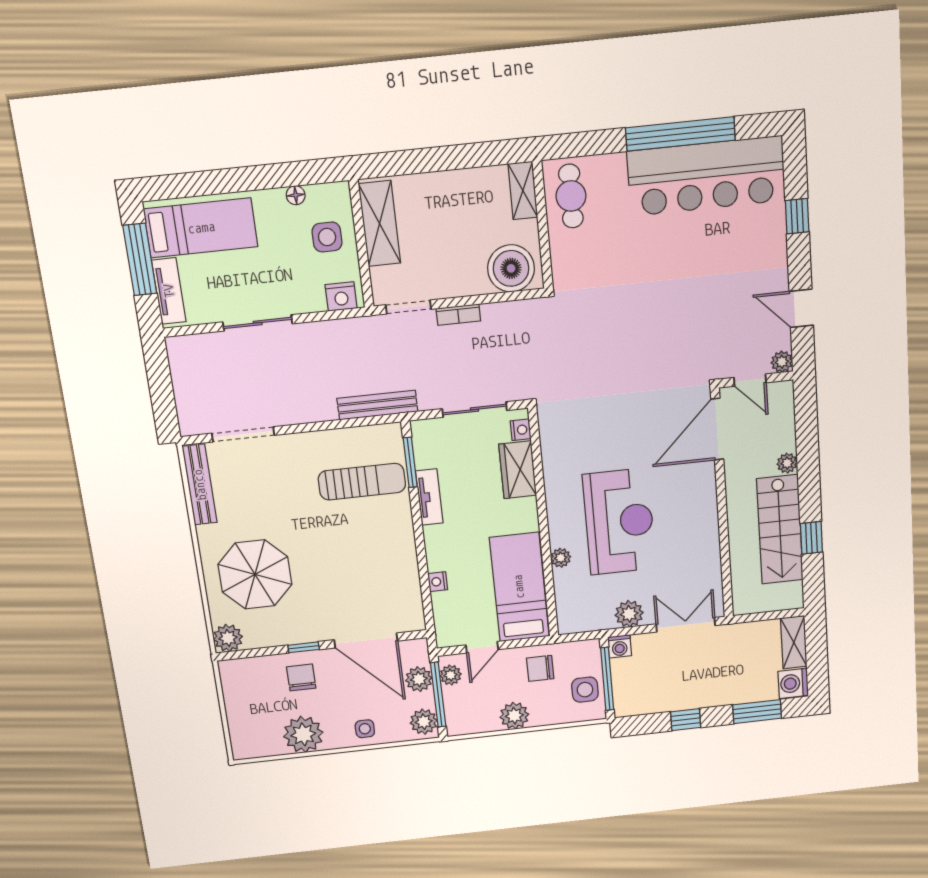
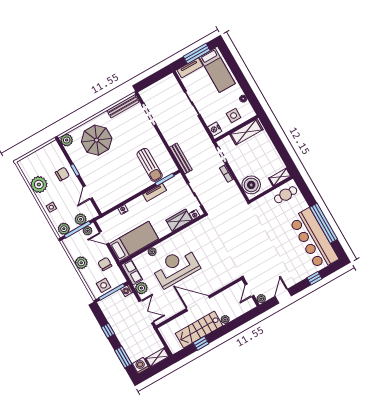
door: (717, 429) -> (198, 303), moved
reception desk: (619, 522) -> (176, 267), turned 180
row of seats: (585, 619) -> (132, 272), added
door: (366, 640) -> (88, 192), width x0.53

